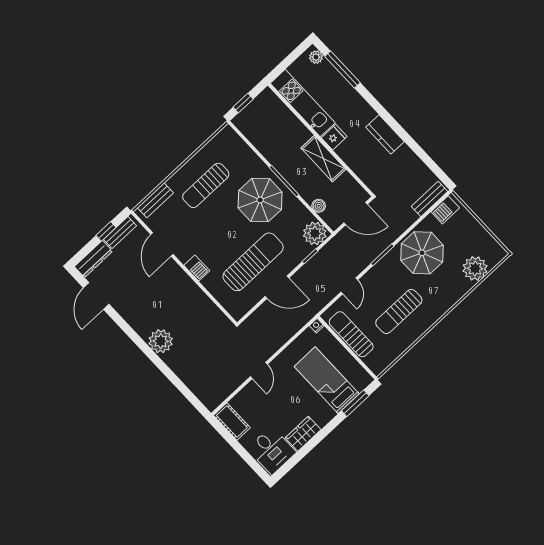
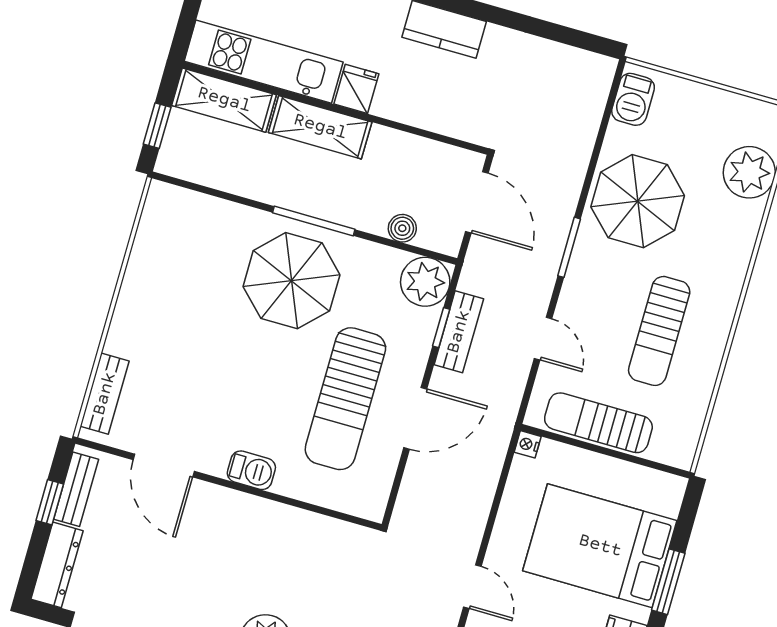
shelving: (277, 109) -> (224, 100), added
shelving: (323, 159) -> (320, 127), moved
sun lounger: (206, 185) -> (179, 313), removed
bench: (429, 199) -> (459, 332), moved
door: (356, 214) -> (477, 202), hinge flipped
sun lounger: (253, 262) -> (345, 399), turned 180
bed: (327, 380) -> (600, 546), width x1.50
window: (355, 403) -> (668, 582), moved

